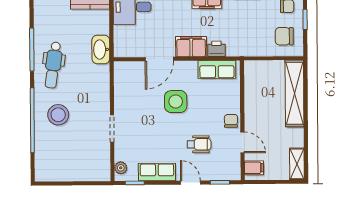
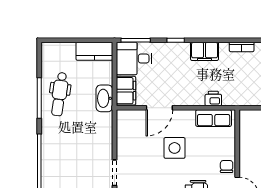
filing cabinet: (191, 47) -> (126, 91), moved, turned 90
dental chair: (53, 65) -> (60, 94), moved
stool: (58, 115) -> (64, 160), removed

